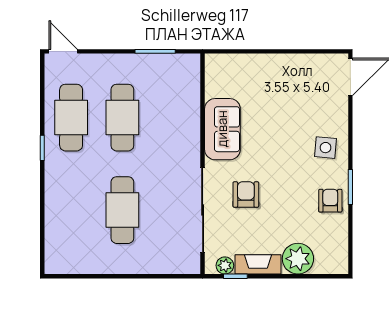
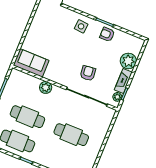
plant: (189, 129) -> (46, 87), added
sofa: (222, 129) -> (31, 63), moved
armchair: (246, 195) -> (88, 73), turned 84

